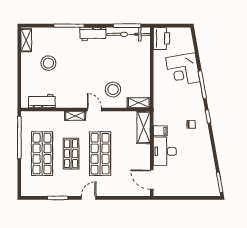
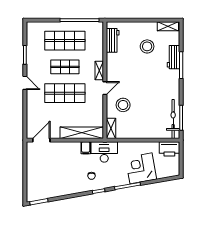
workbench: (93, 34) -> (173, 57), moved
shelving: (144, 127) -> (82, 133), width x1.47
desk: (165, 151) -> (104, 152), moved

